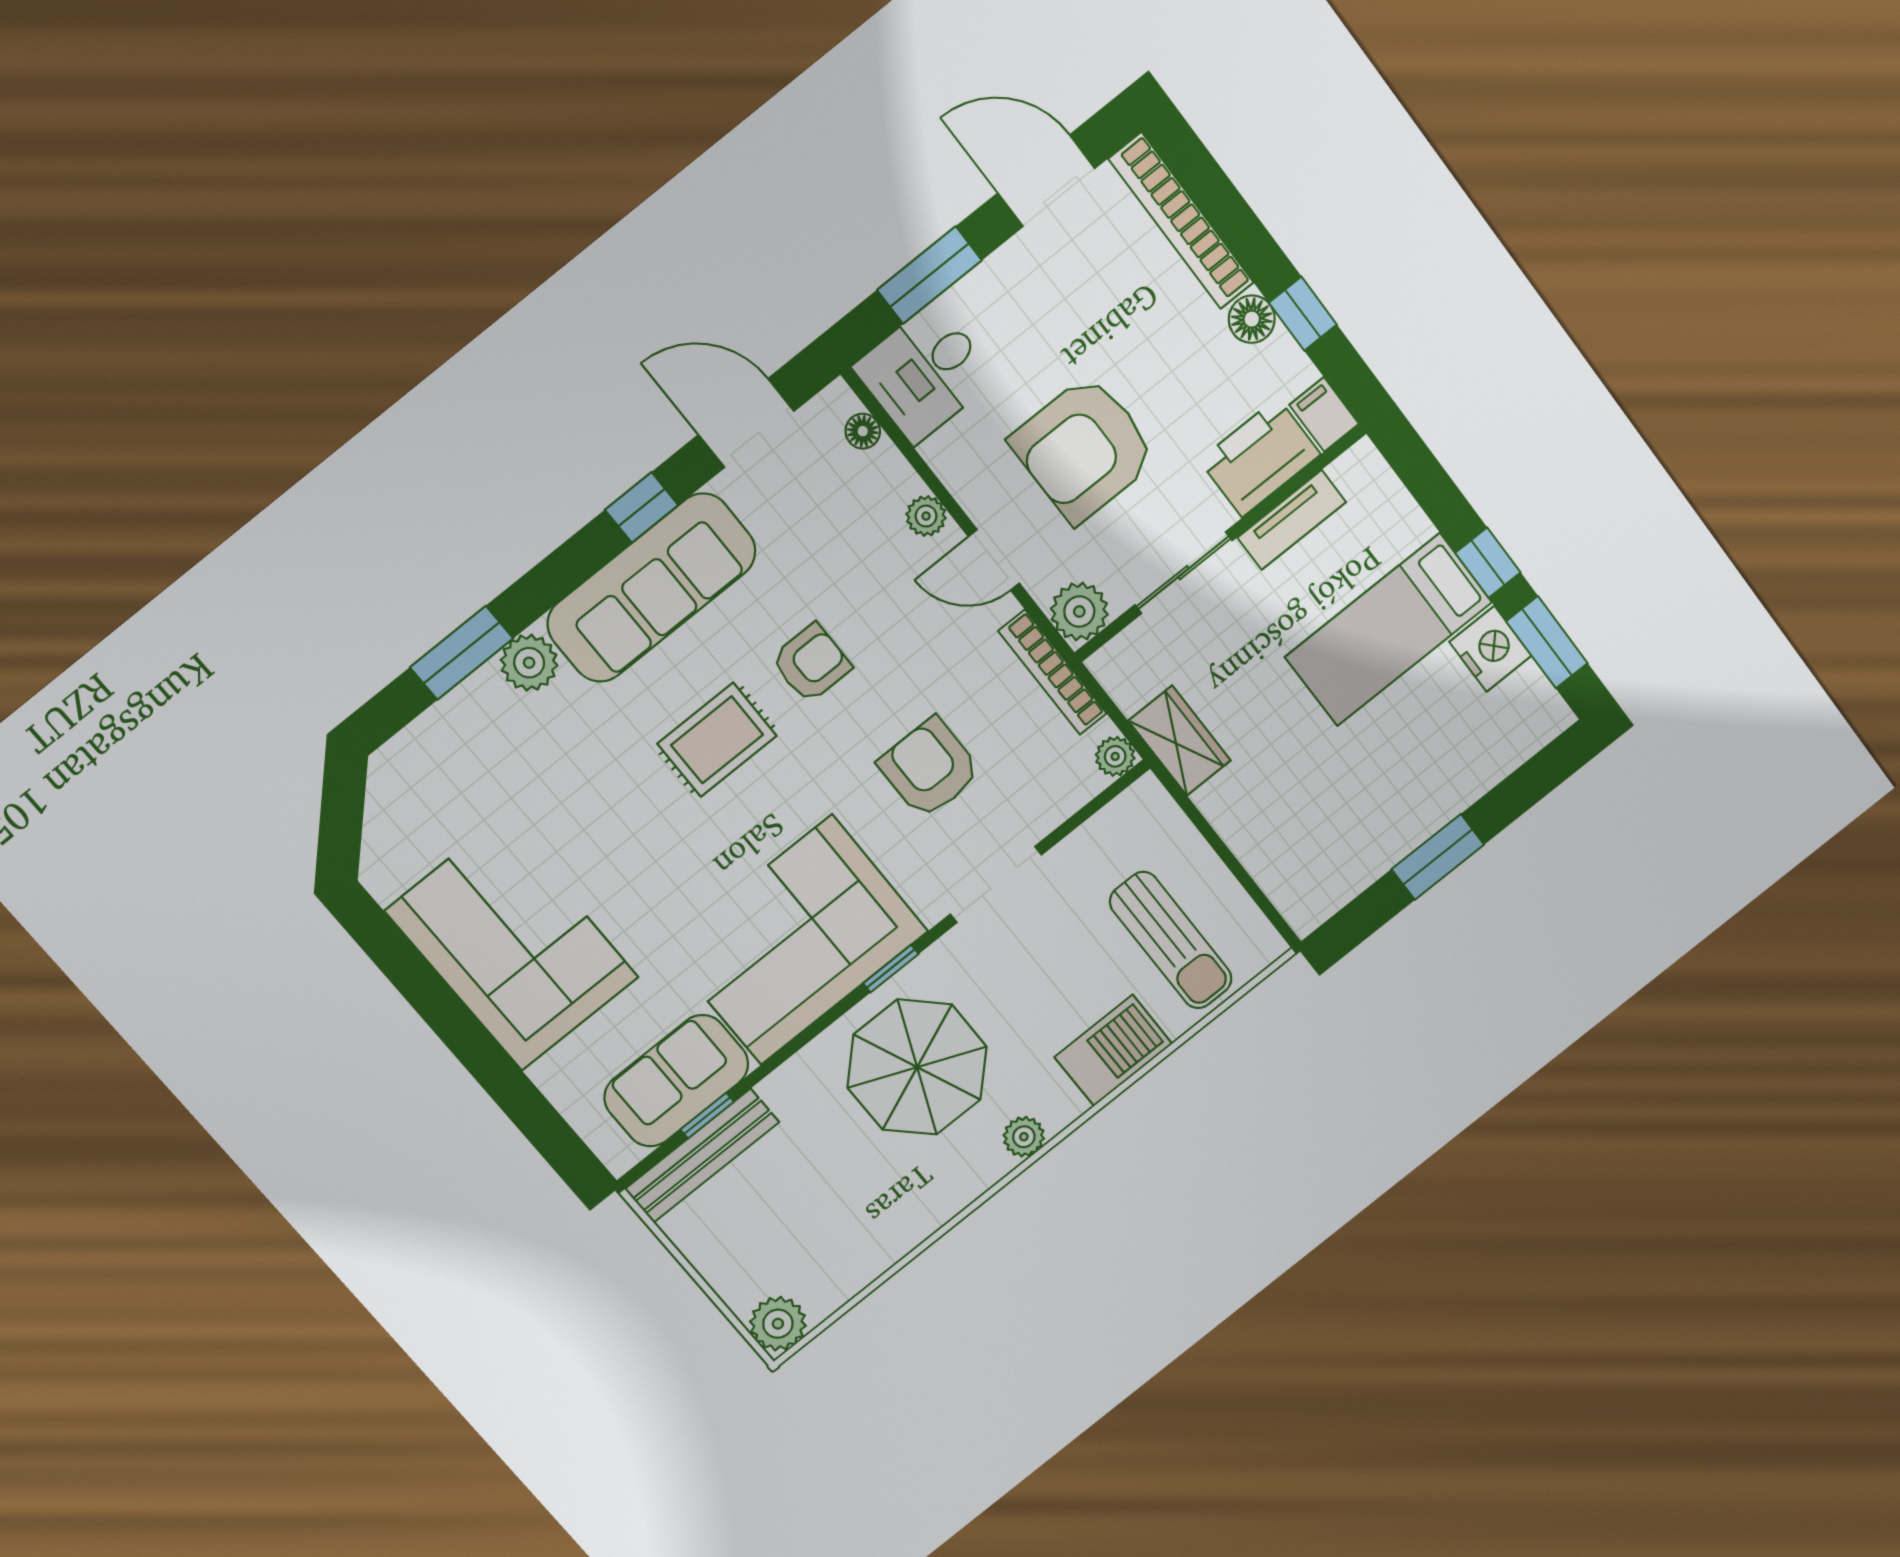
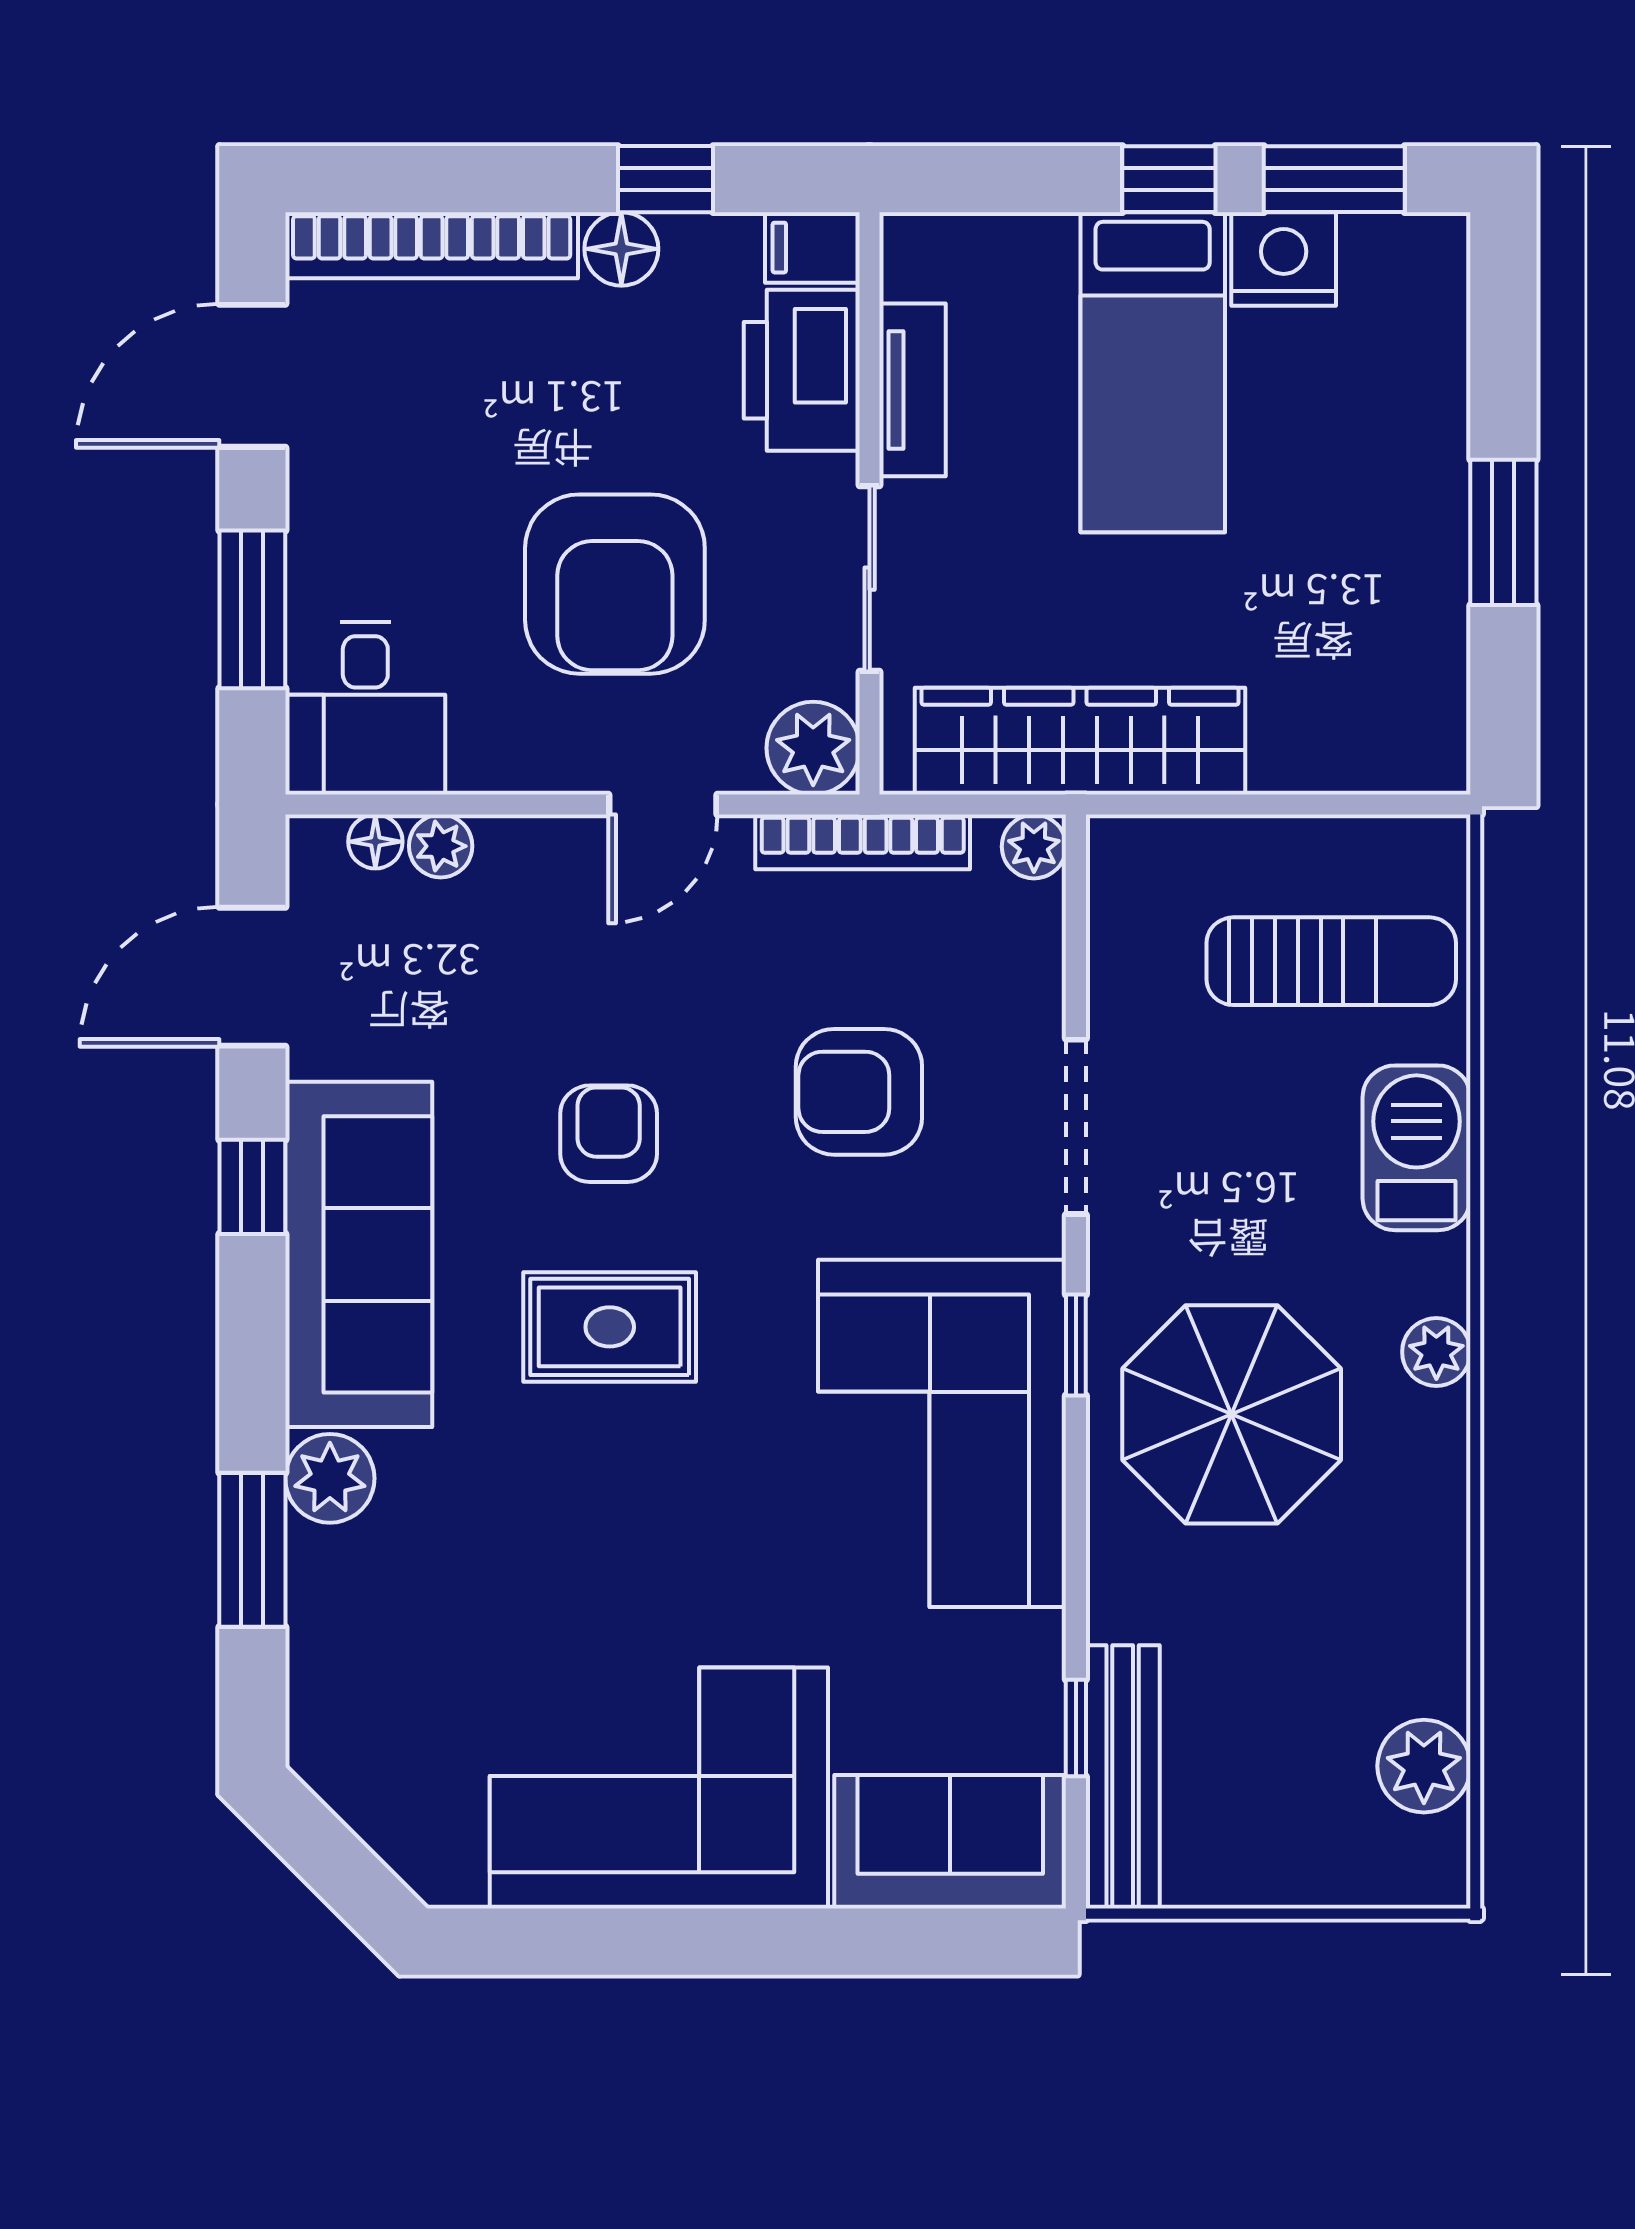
plant: (926, 516) -> (441, 846), moved
rug: (717, 740) -> (610, 1327), turned 90
wardrobe: (1180, 741) -> (1080, 741), width x2.10, depth x1.17
sofa: (676, 1081) -> (950, 1842), moved, turned 90
plant: (778, 1324) -> (1424, 1766), moved

